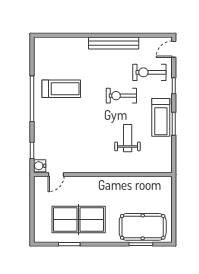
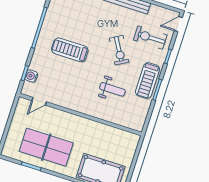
treadmill: (61, 89) -> (70, 50), moved, turned 180
exercise bike: (121, 96) -> (119, 50), turned -120
weight bench: (128, 138) -> (112, 89), turned 90
water cooler: (40, 166) -> (31, 76), moved

